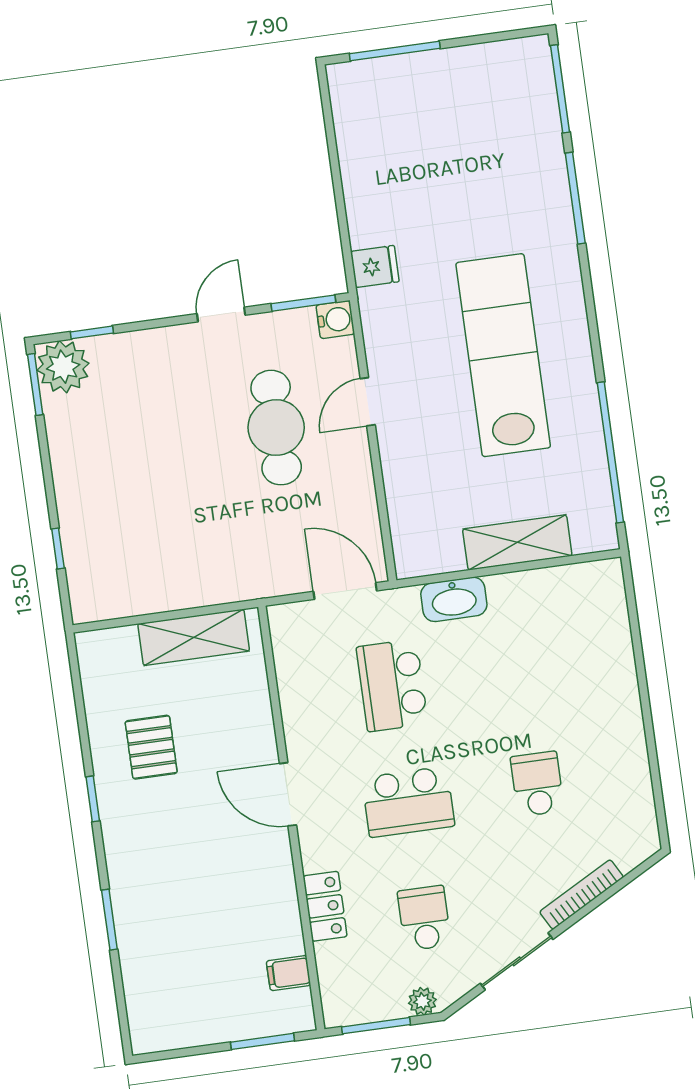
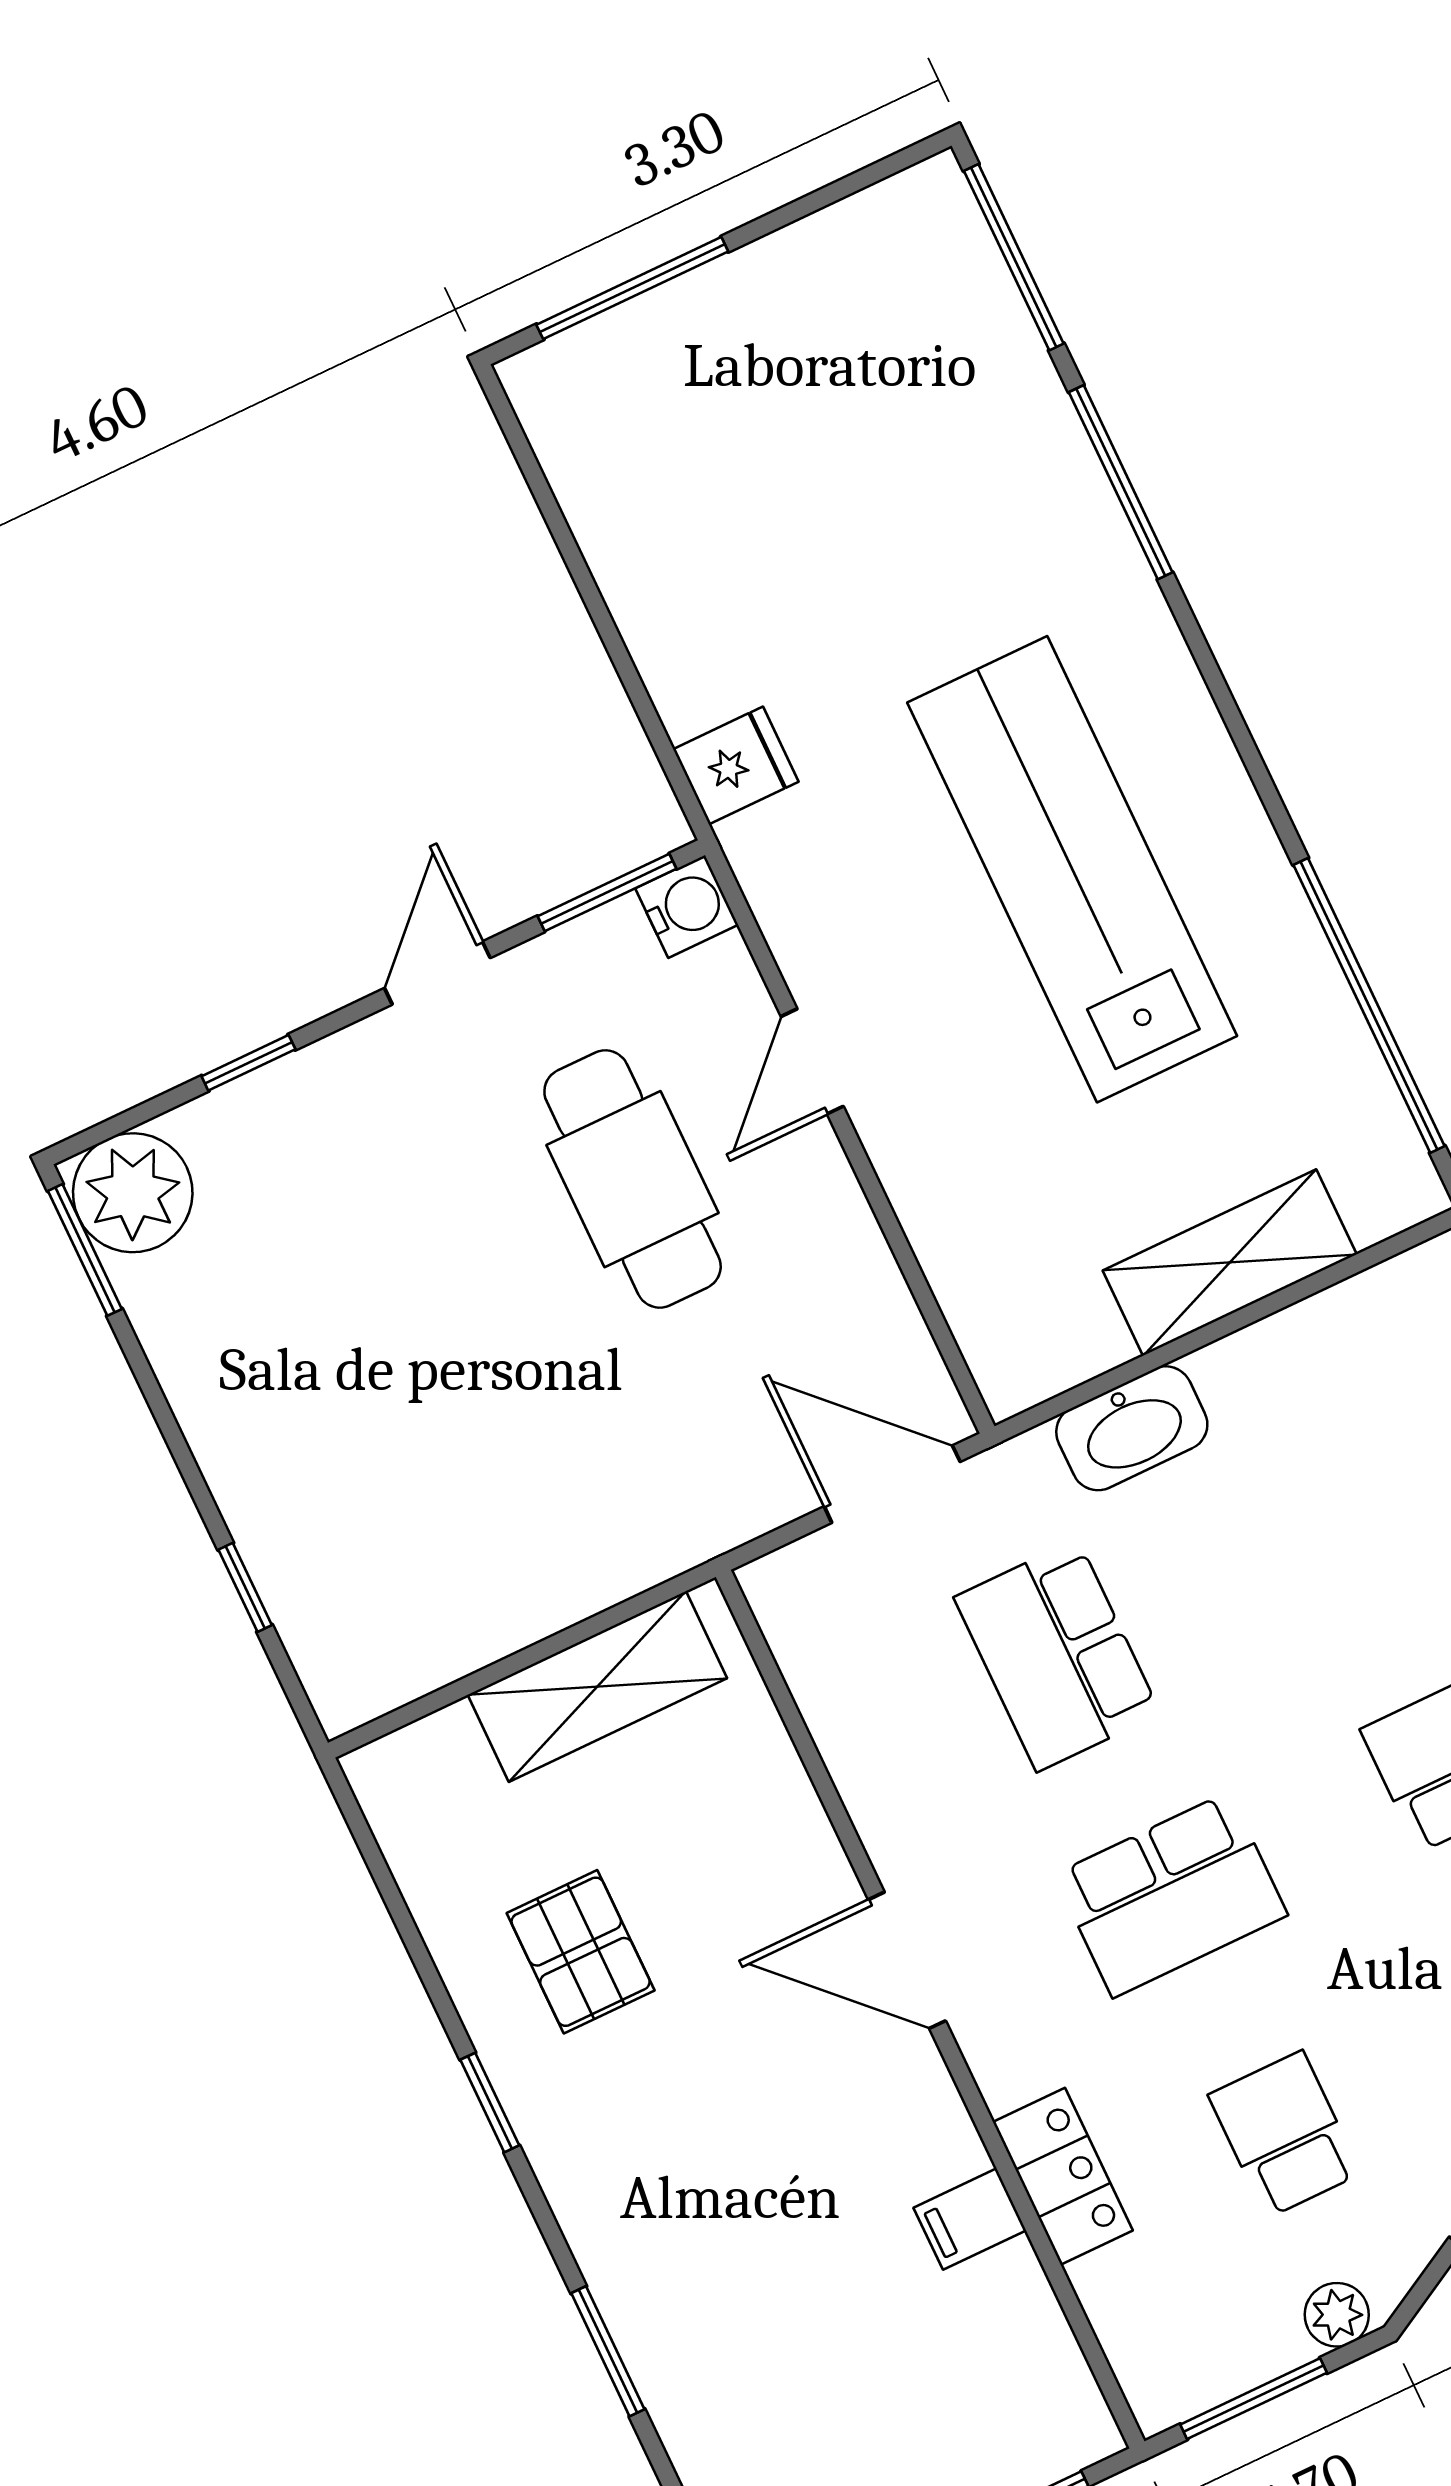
window: (92, 332) -> (248, 1063), moved
filing cabinet: (289, 973) -> (970, 2219), moved

